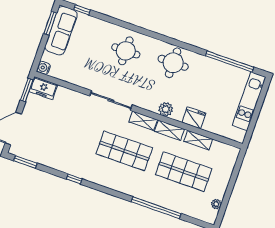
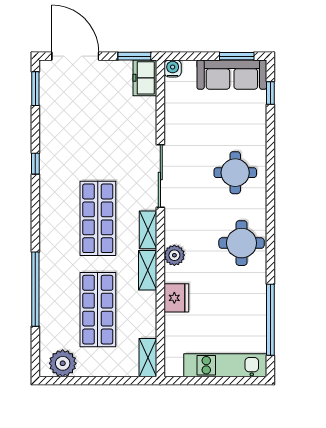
shelving: (198, 140) -> (148, 358), moved
plant: (216, 204) -> (63, 363), width x1.88, depth x1.88

